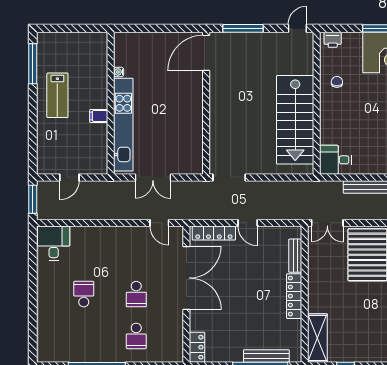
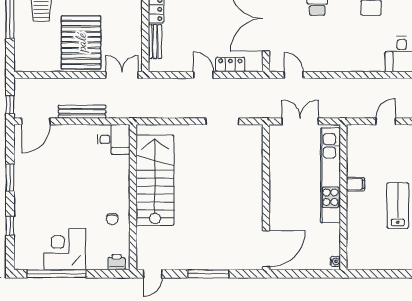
door: (206, 53) -> (266, 249), moved
water cooler: (119, 72) -> (335, 261), moved
wall: (206, 103) -> (266, 197), moved
locker: (214, 233) -> (230, 65), width x0.66

